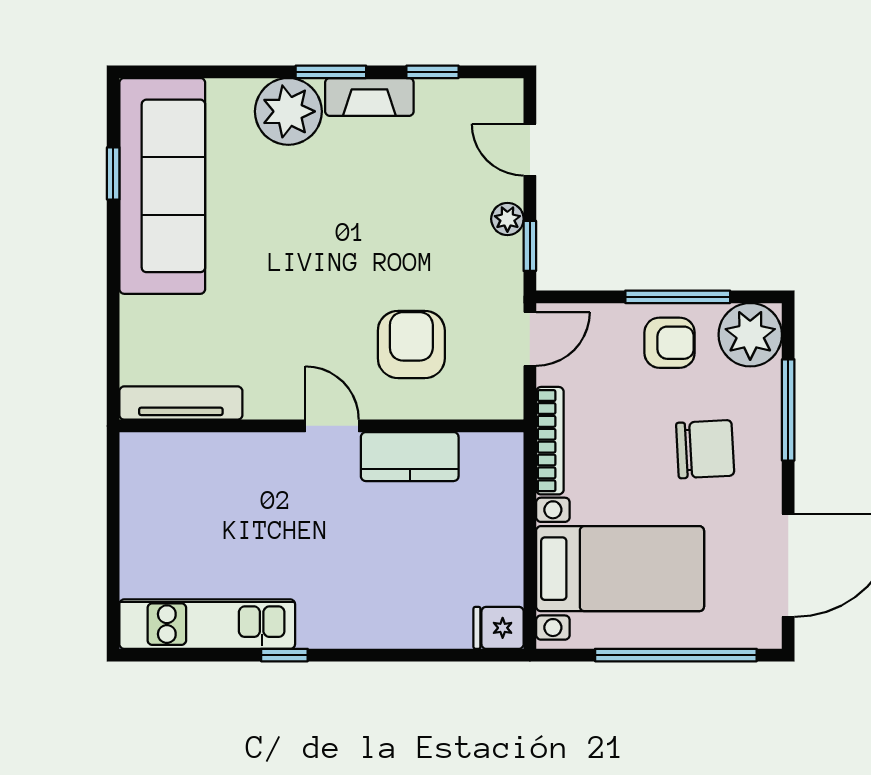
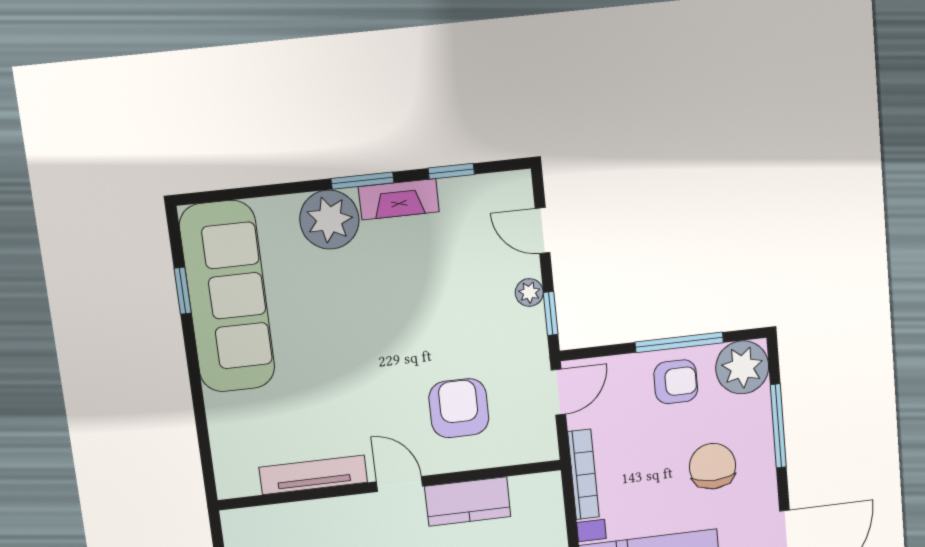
tv unit: (181, 403) -> (313, 475), moved
chair: (705, 449) -> (712, 466), turned -87

